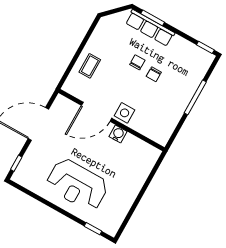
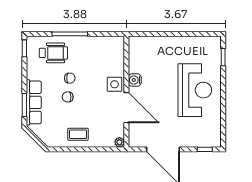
coffee table: (90, 66) -> (78, 134), moved
wheelchair: (186, 72) -> (53, 53), added
plant: (68, 87) -> (119, 142), added

